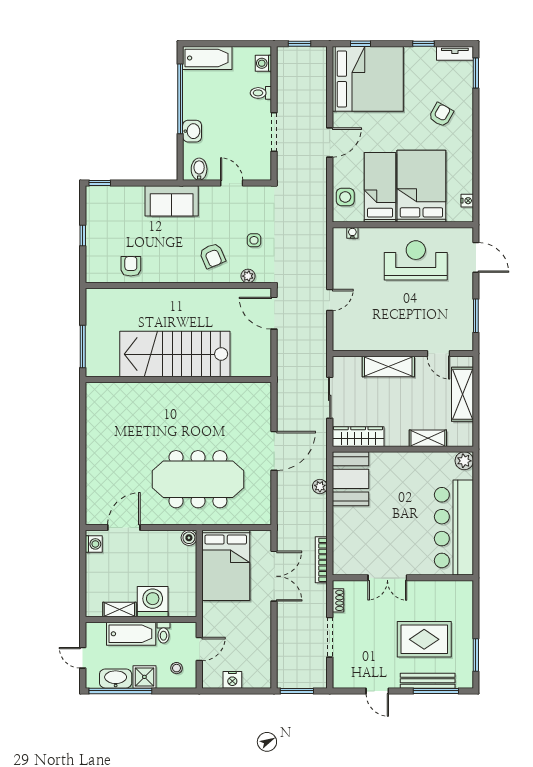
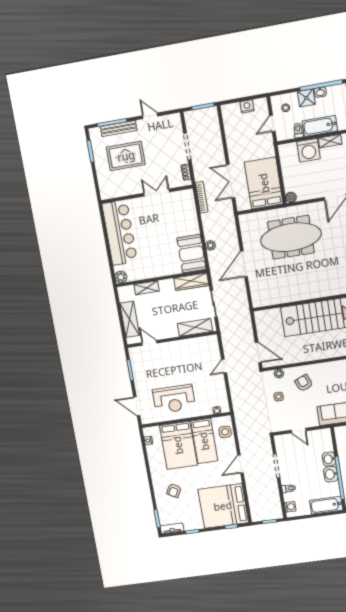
washbasin: (193, 107) -> (331, 474), added
bidet: (199, 169) -> (321, 436), removed
shelving: (388, 366) -> (195, 327), moved
washbasin: (116, 679) -> (320, 92), width x0.52, depth x0.69

